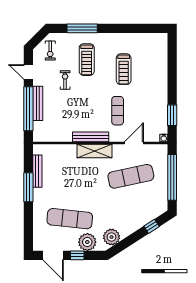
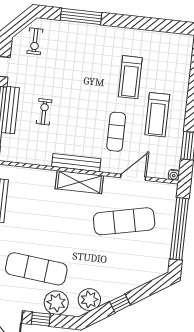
treadmill: (87, 60) -> (157, 115), moved
exercise bike: (65, 80) -> (44, 112), moved
window: (152, 226) -> (120, 303), moved

